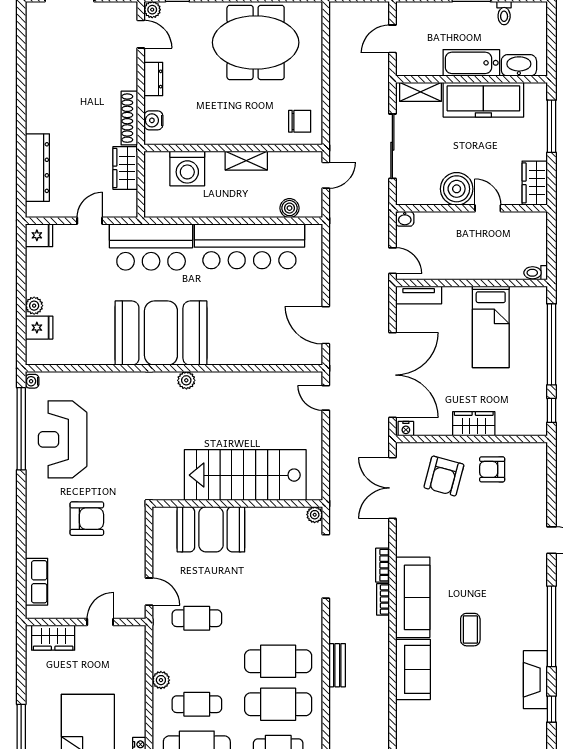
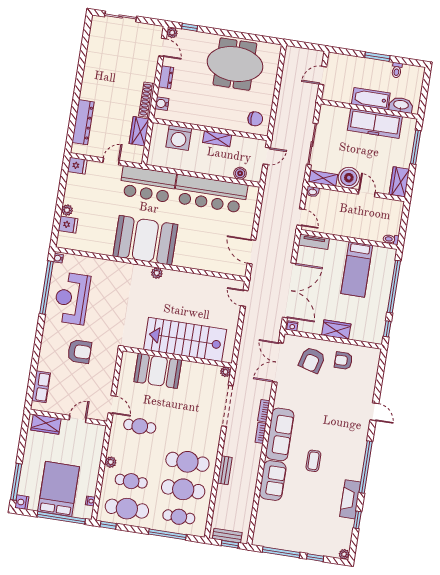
shelving: (421, 92) -> (323, 178), moved

